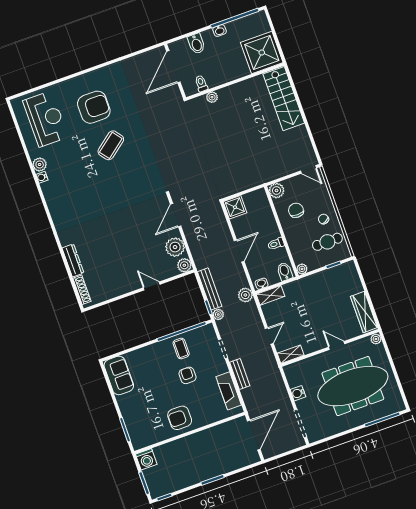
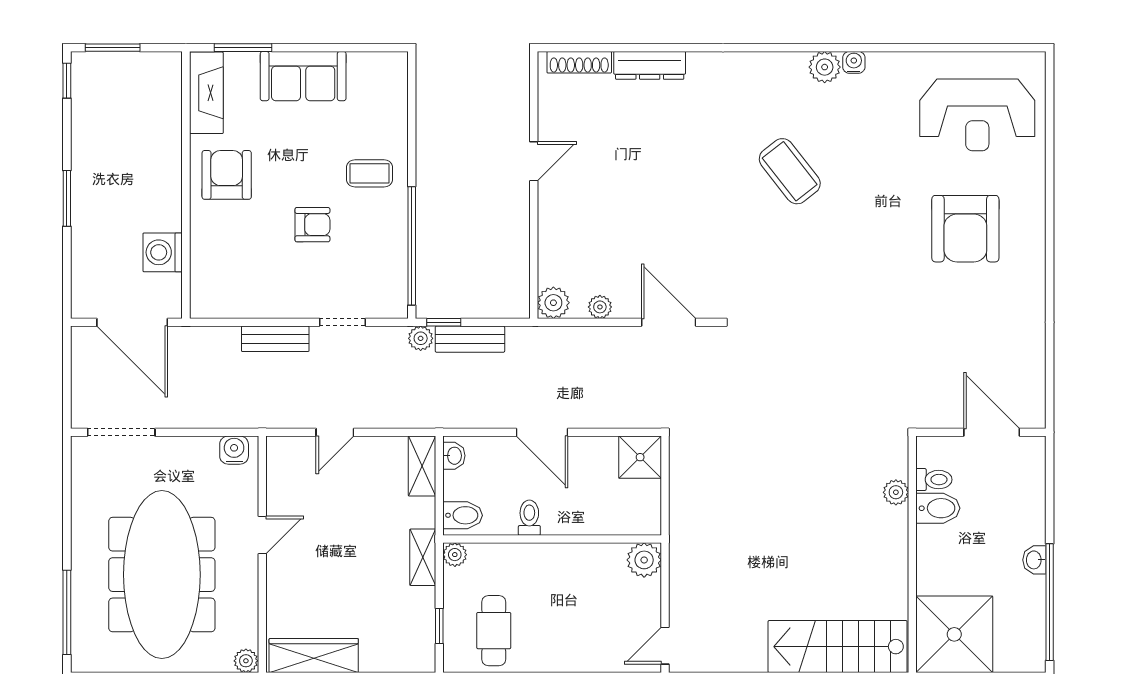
bidet: (196, 44) -> (938, 508), moved, turned 180
door: (173, 67) -> (992, 432), width x0.73
coffee table: (111, 145) -> (790, 171), moved
plant: (40, 165) -> (825, 67), moved
chair: (296, 210) -> (586, 587), removed
chair: (323, 219) -> (546, 640), removed
plant: (175, 247) -> (600, 307), width x0.53, depth x0.53
door: (152, 286) -> (534, 161), moved
bench: (210, 289) -> (470, 339), width x0.73
plant: (245, 295) -> (442, 412), removed
door: (269, 336) -> (335, 432), hinge flipped
door: (337, 345) -> (262, 535), moved
coffee table: (181, 348) -> (370, 173), moved
shelving: (291, 354) -> (423, 557), moved
sofa: (119, 375) -> (303, 76), moved
fireplace: (229, 391) -> (206, 93), moved, turned 90
water cooler: (298, 393) -> (234, 450), moved
washing machine: (146, 459) -> (163, 252), moved

